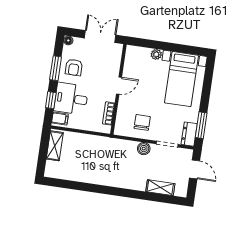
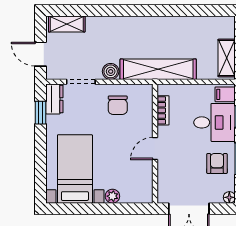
window: (201, 125) -> (41, 113), width x0.67
shelving: (108, 145) -> (158, 69), added
shelving: (160, 188) -> (67, 24), moved

